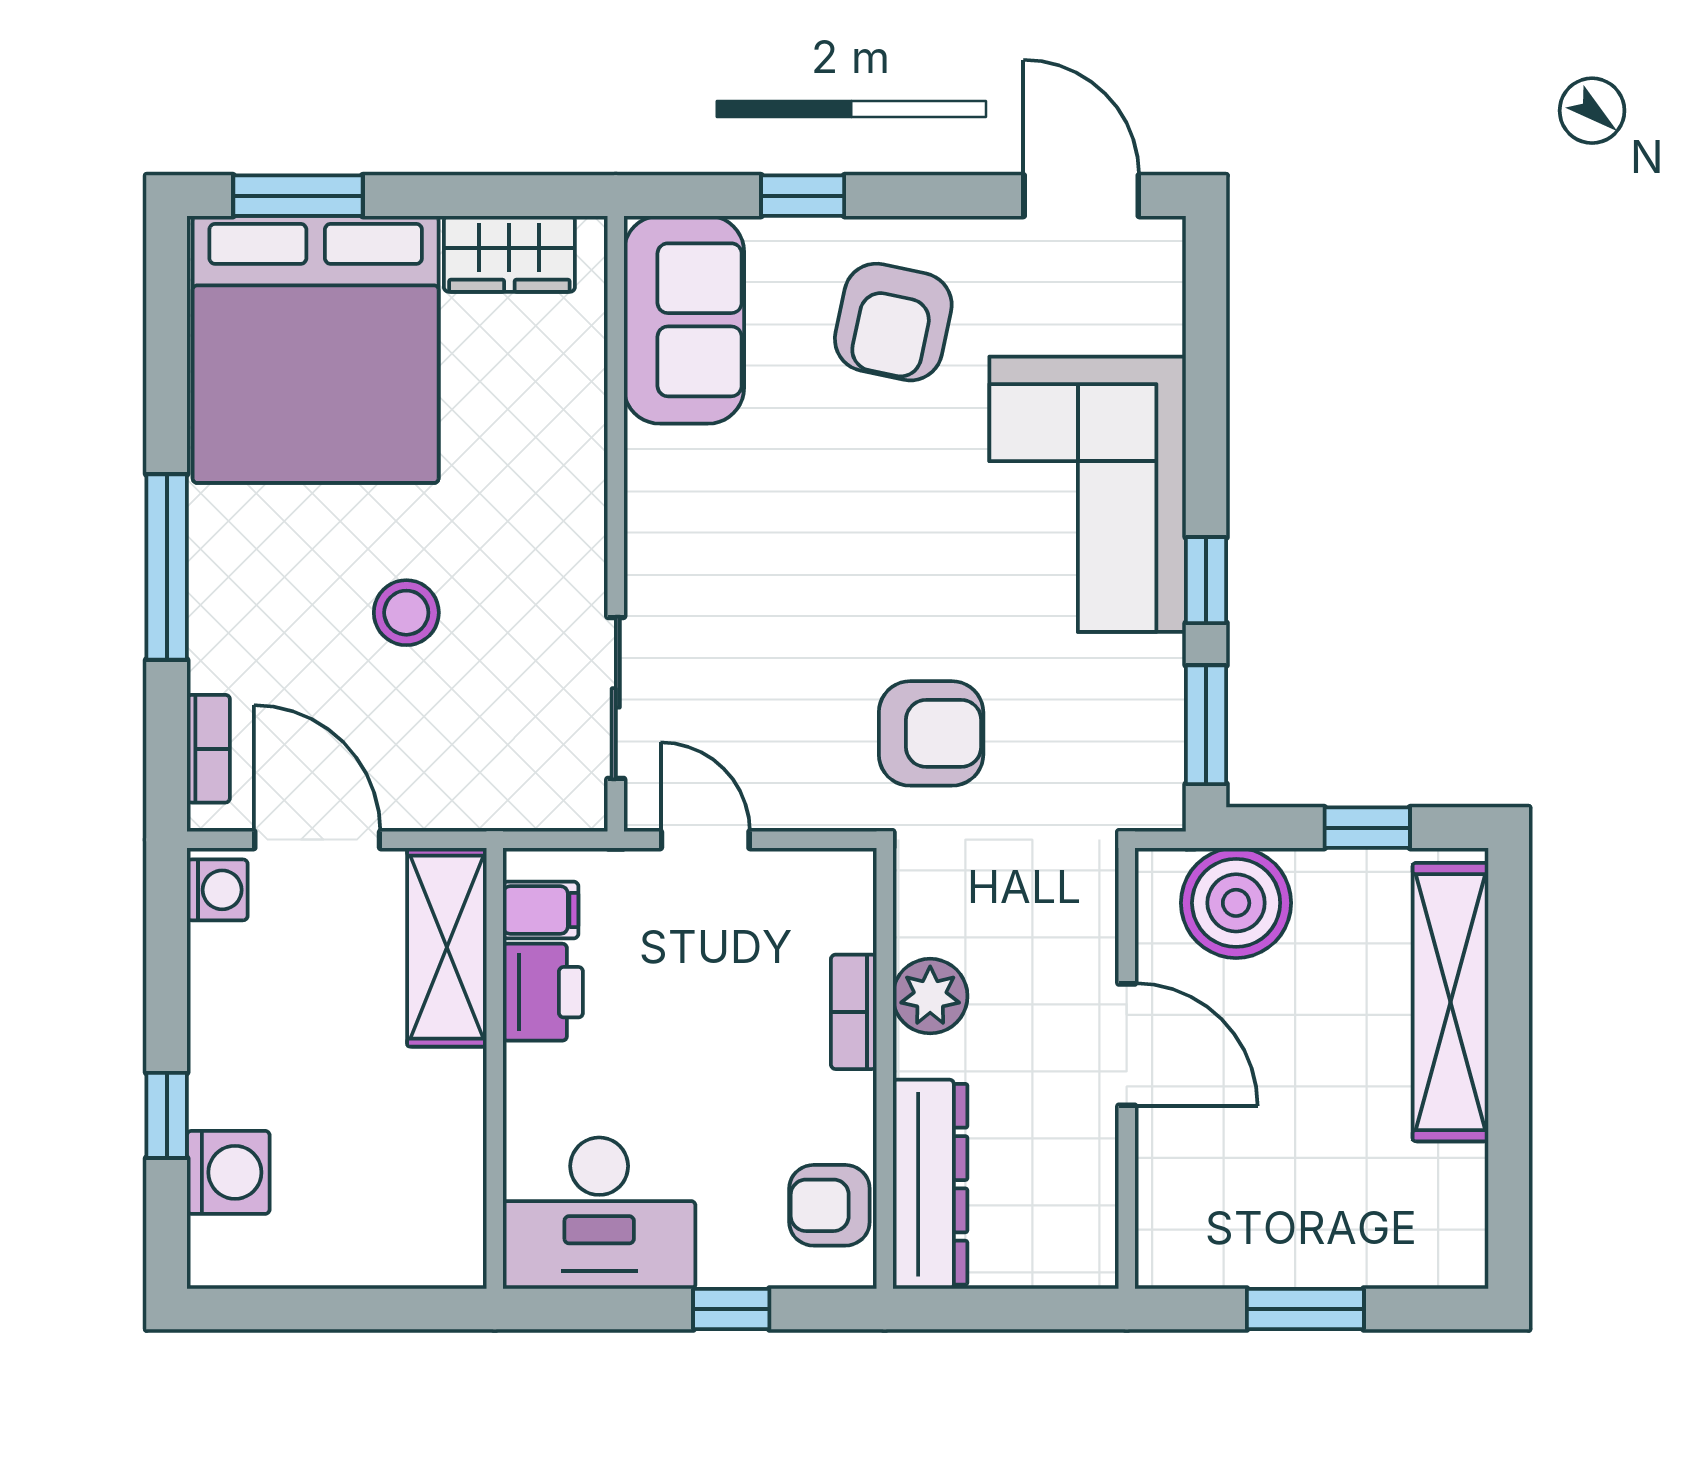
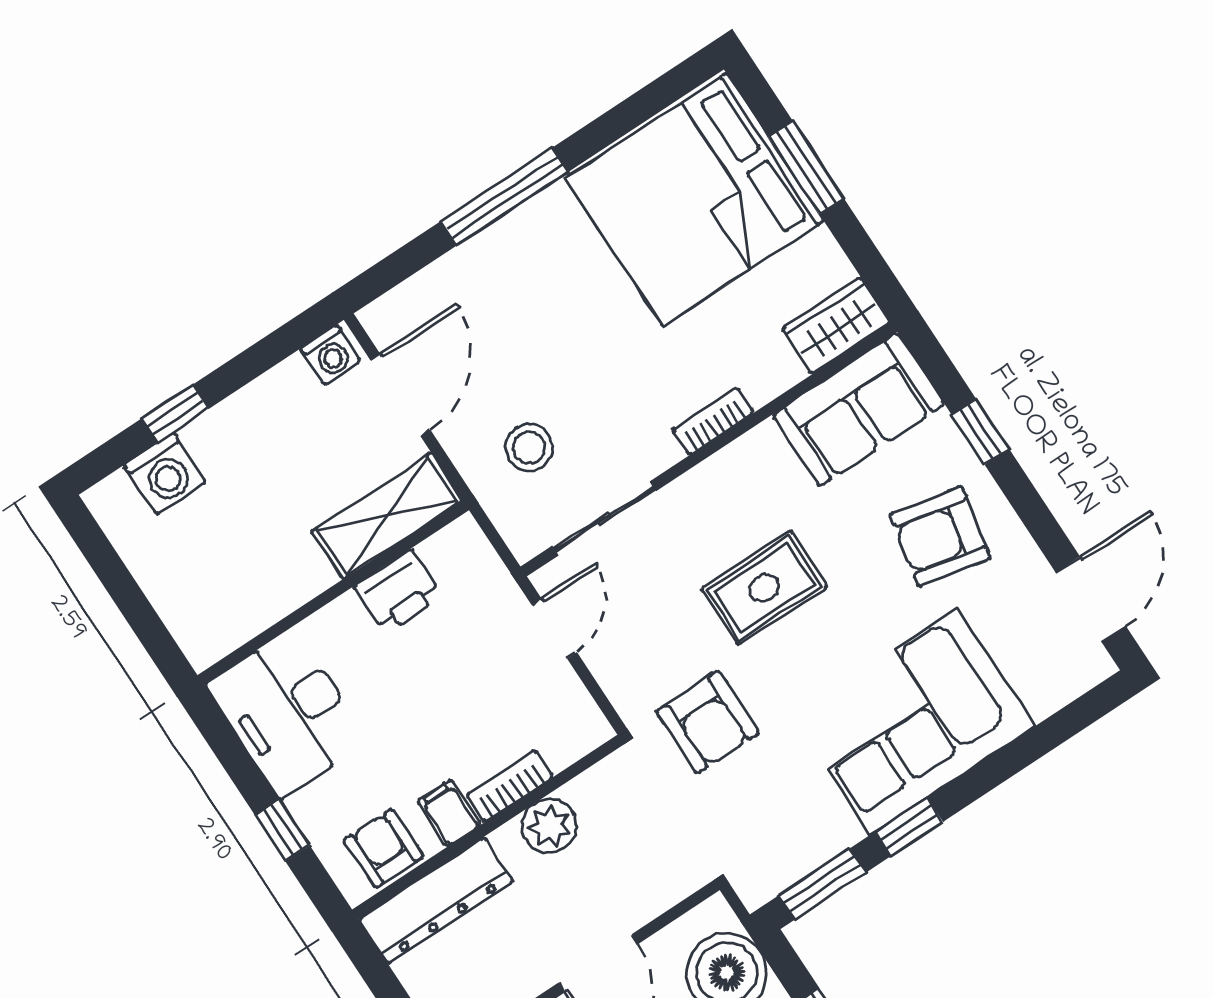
window: (298, 196) -> (806, 167), moved
wardrobe: (509, 254) -> (836, 326), moved, turned 90
rug: (818, 565) -> (764, 588), added
stool: (406, 613) -> (529, 448), moved
bookcase: (208, 749) -> (713, 421), moved, turned 180
filing cabinet: (541, 910) -> (449, 813), moved, turned 180

